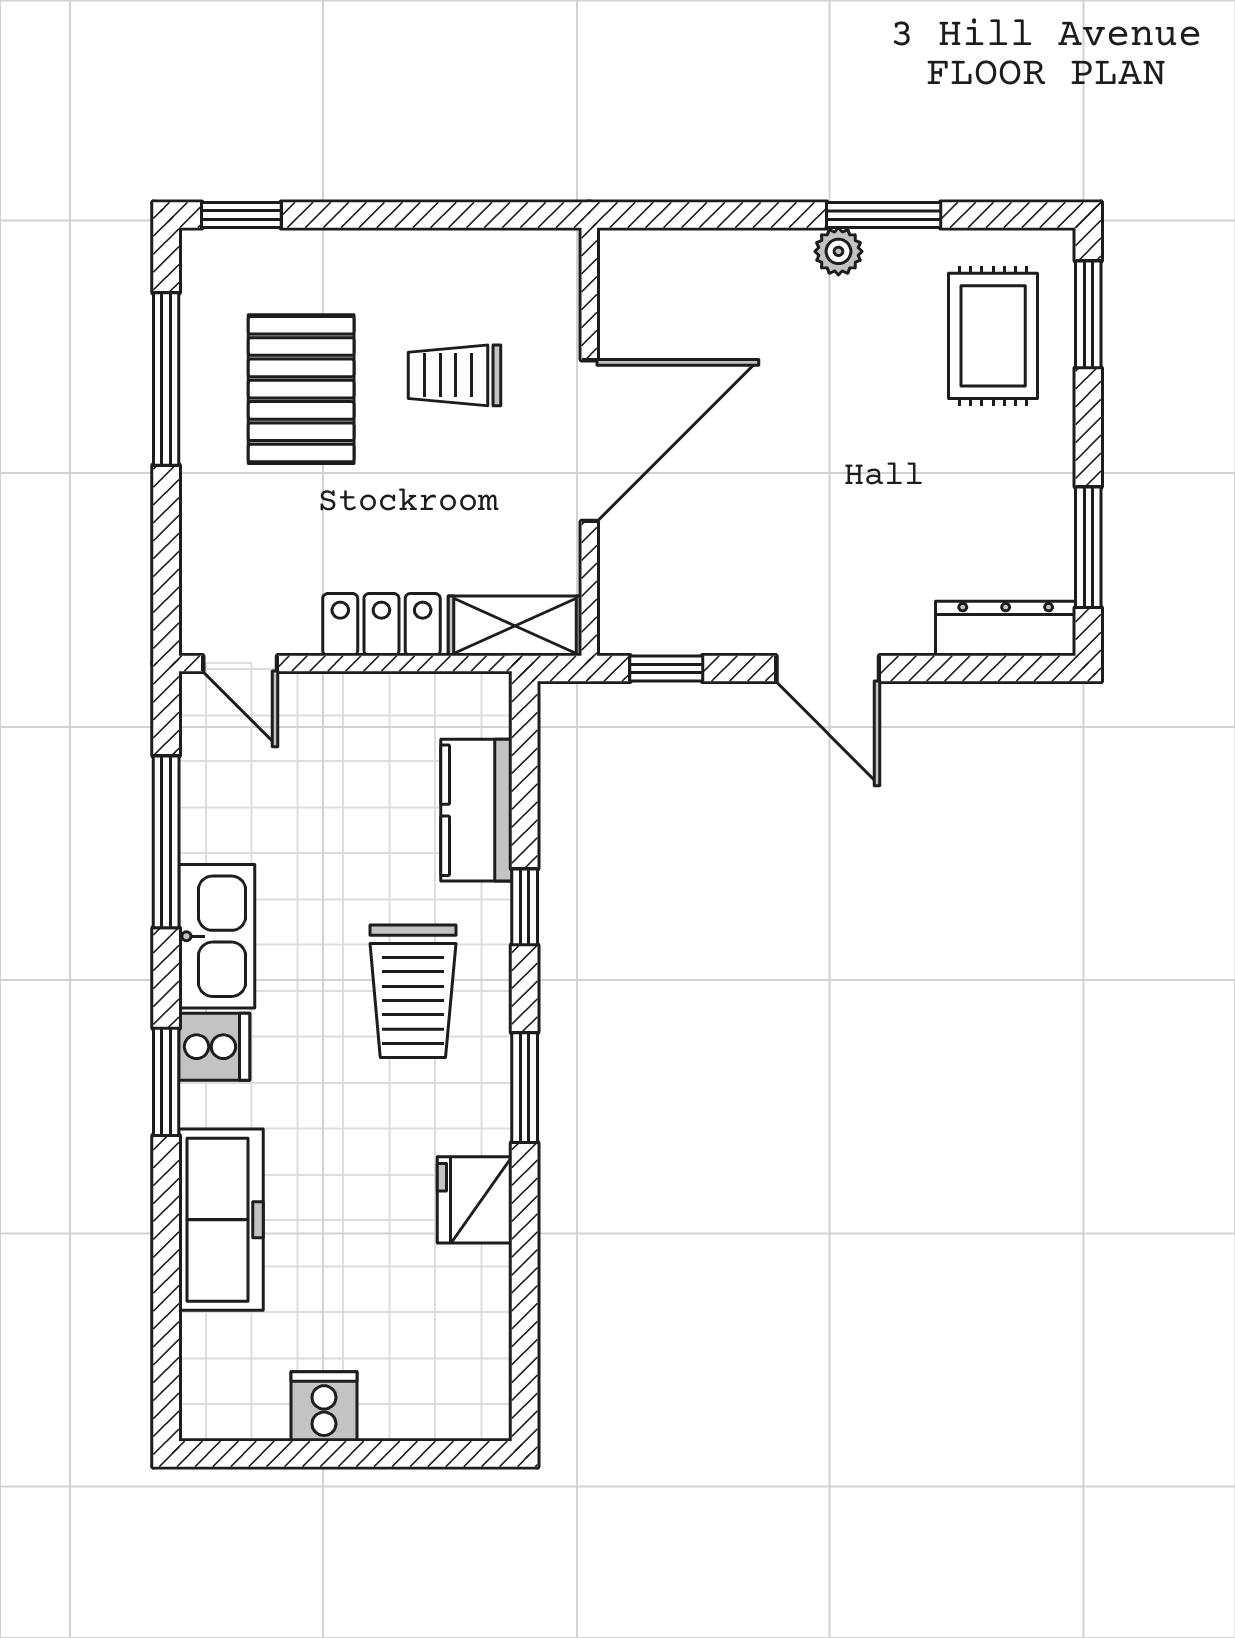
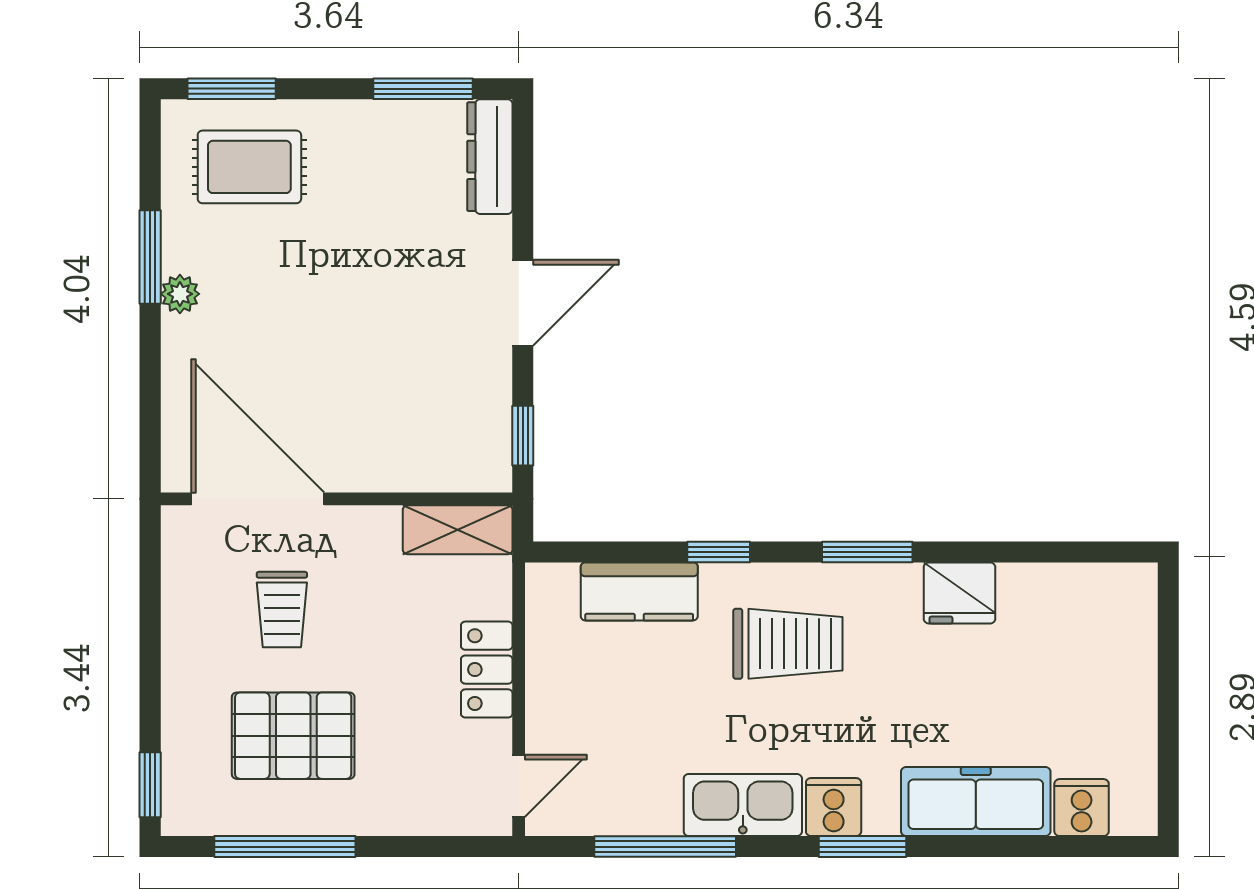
door: (589, 441) -> (258, 499), moved
shelving: (515, 626) -> (458, 530), moved, turned 90
cooker: (324, 1406) -> (1082, 808), moved, turned 90

